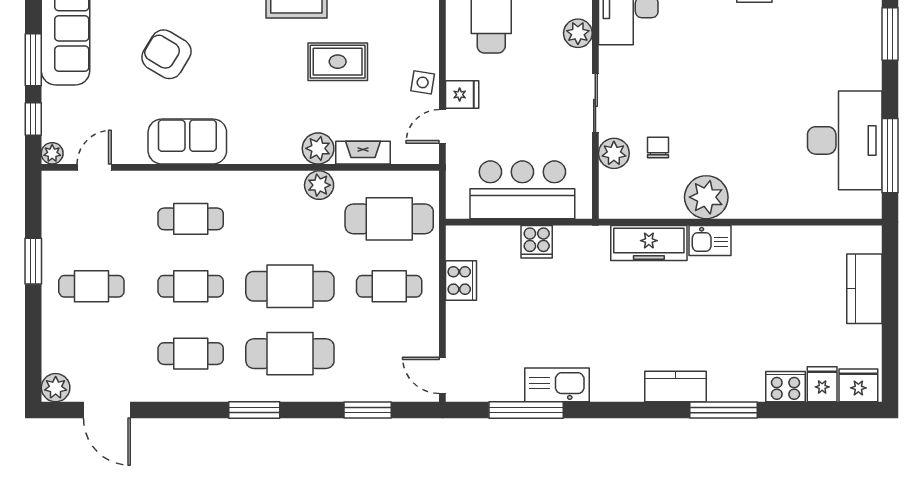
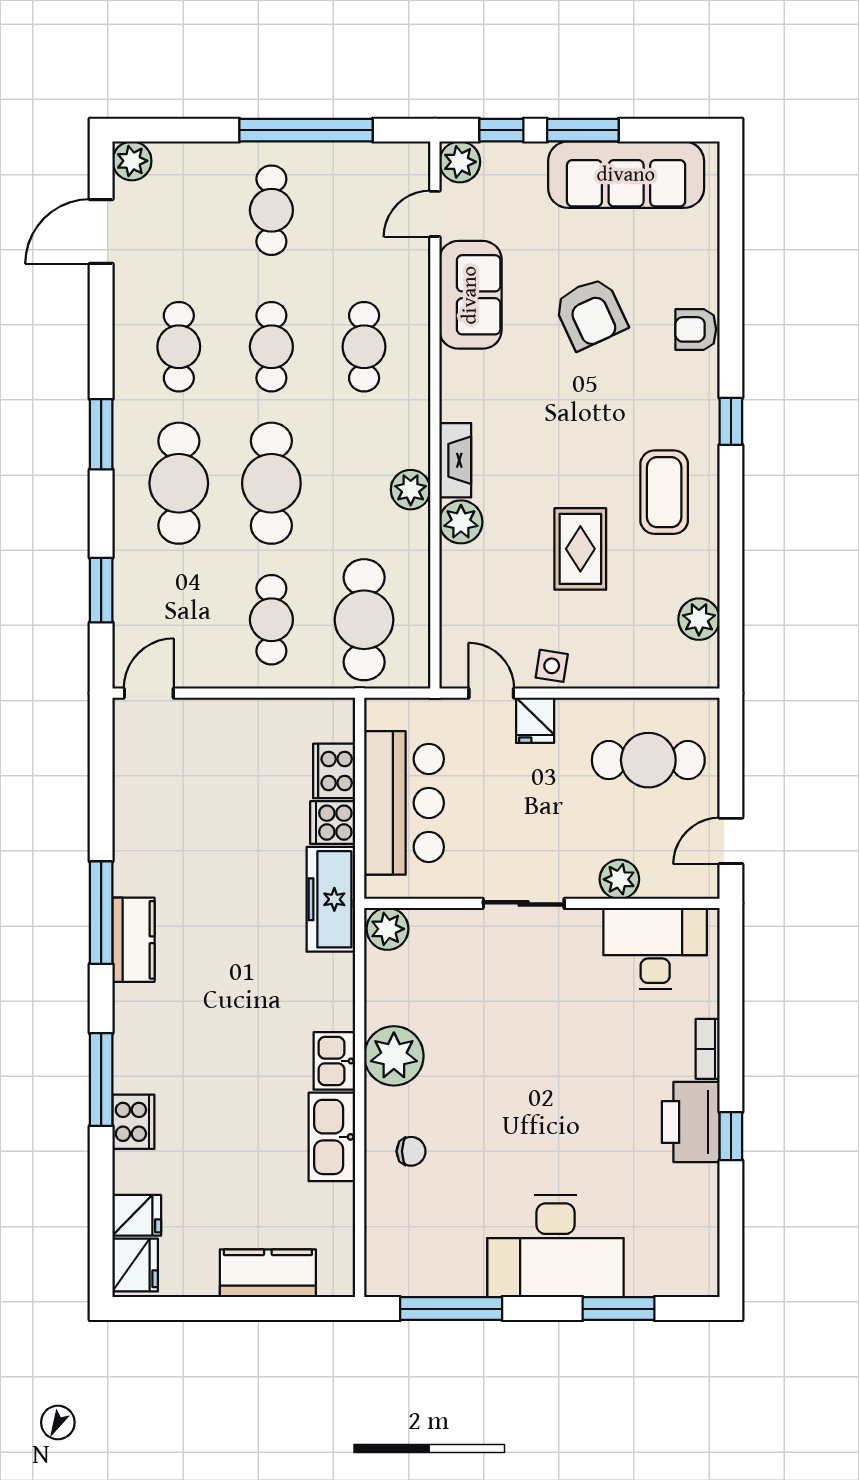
armchair: (166, 54) -> (590, 313), turned 124
desk: (845, 140) -> (555, 1246), moved
sofa: (187, 142) -> (470, 295), moved
chair: (658, 147) -> (411, 1151), moved
plant: (52, 153) -> (460, 162), width x1.38, depth x1.38
fireplace: (363, 153) -> (455, 460), moved
plant: (614, 153) -> (387, 929), moved
door: (94, 167) -> (435, 214), swing flipped
plant: (319, 185) -> (411, 490), moved
freezer: (649, 243) -> (331, 899), moved
window: (33, 261) -> (306, 130), width x2.11
cooker: (461, 280) -> (334, 771), moved, turned 90
kitchen sink: (557, 385) -> (332, 1137), moved, turned 180
kitchen counter: (675, 386) -> (134, 940), moved
cooker: (785, 387) -> (133, 1122), moved
window: (526, 410) -> (101, 913), moved

